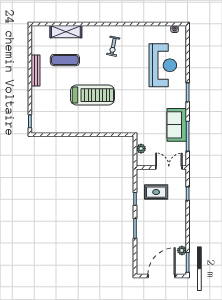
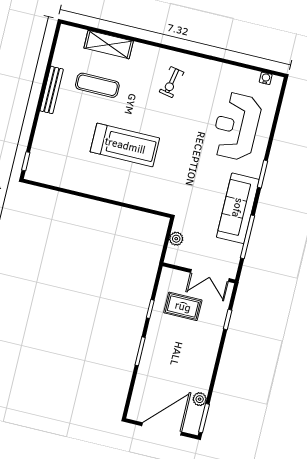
reception desk: (163, 65) -> (236, 126), turned 180
sofa: (177, 125) -> (238, 208), width x1.36
double door: (169, 168) -> (210, 276), swing flipped

